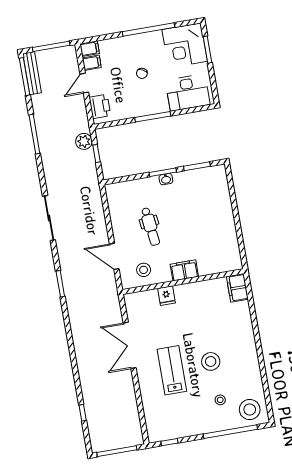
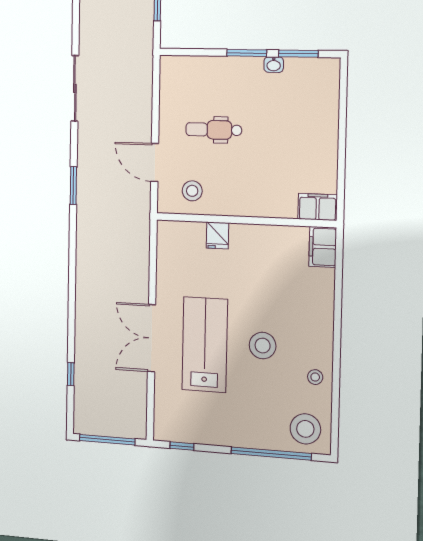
washbasin: (166, 179) -> (274, 65), moved
dental chair: (150, 227) -> (214, 130), turned 97
filing cabinet: (184, 270) -> (318, 207), moved
double door: (130, 345) -> (152, 338), moved
lab bench: (172, 370) -> (205, 345), width x1.36, depth x1.39
stool: (220, 400) -> (315, 377), moved

